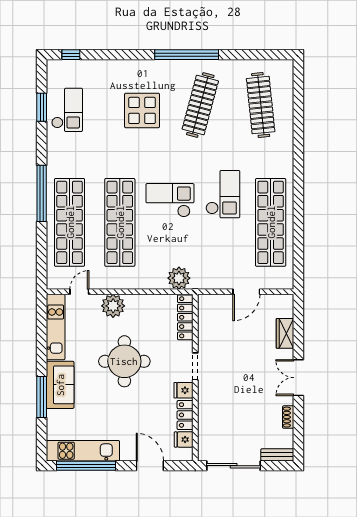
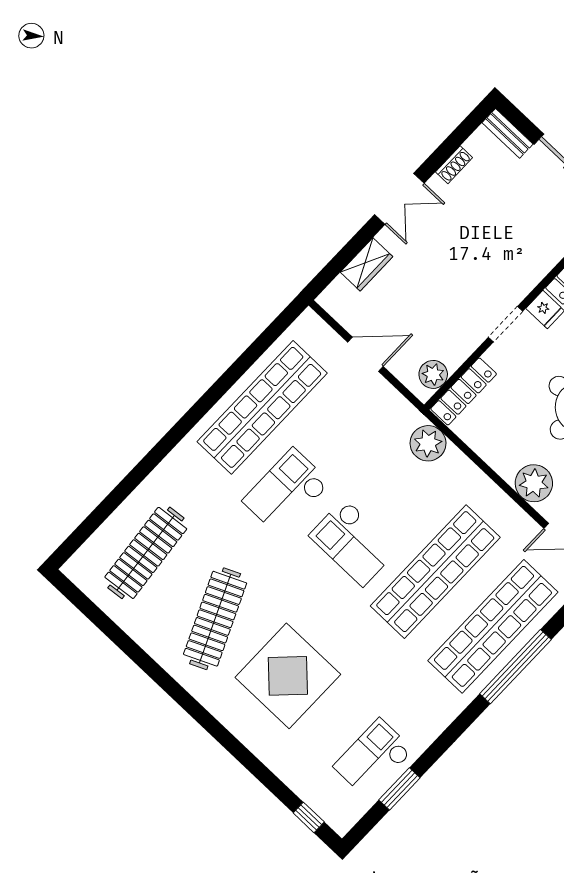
window: (187, 55) -> (176, 691), removed
clothes rail: (200, 105) -> (215, 619), turned -39
display table: (142, 110) -> (288, 676), width x1.36, depth x1.36
window: (42, 193) -> (515, 667), moved
plant: (207, 312) -> (433, 374), added

